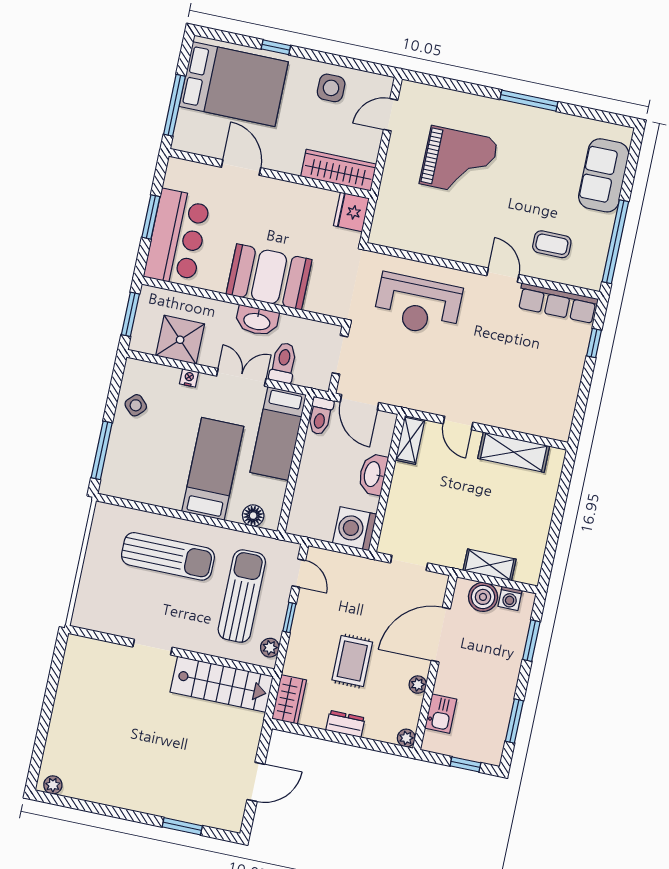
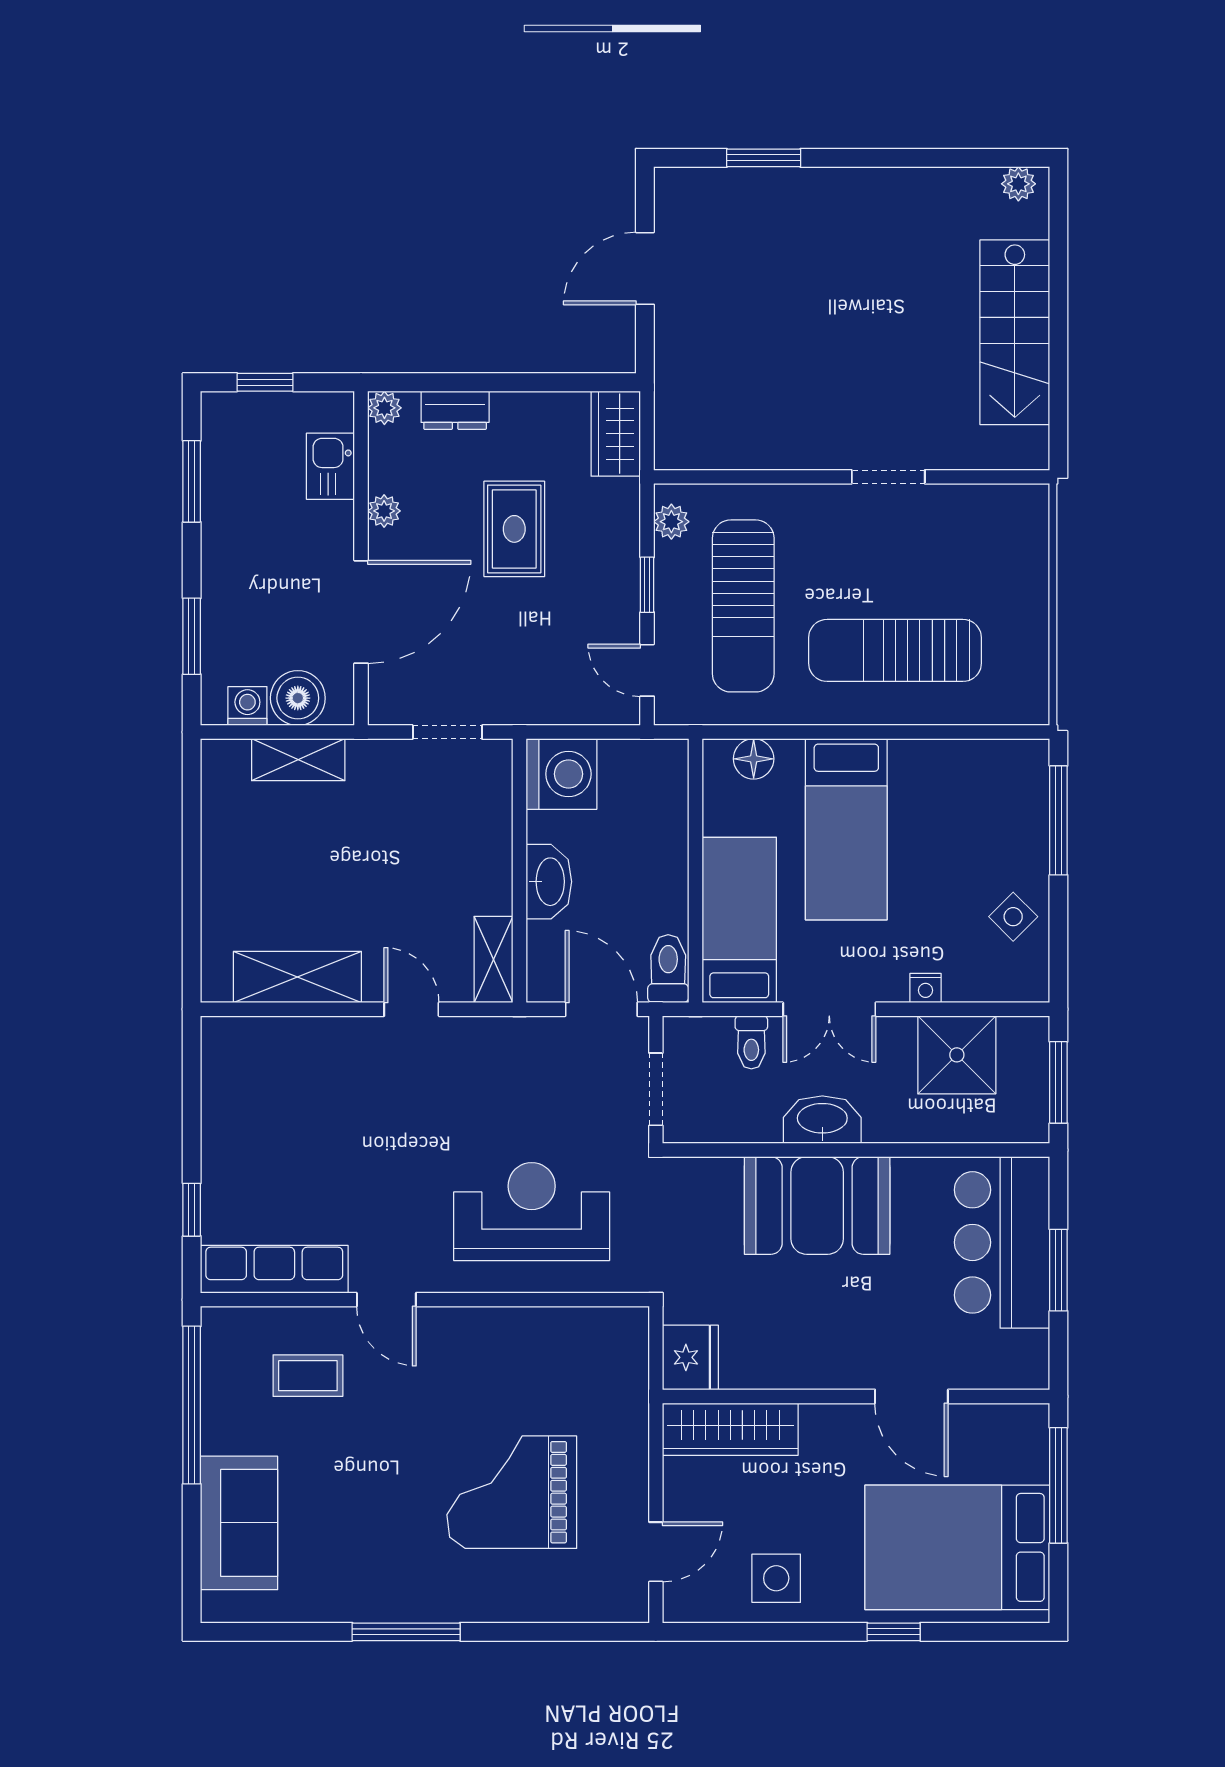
toilet: (283, 363) -> (751, 1042), width x0.73, depth x0.72
stairs: (222, 684) -> (1015, 332), moved, turned -90
dresser: (345, 724) -> (455, 410), moved

